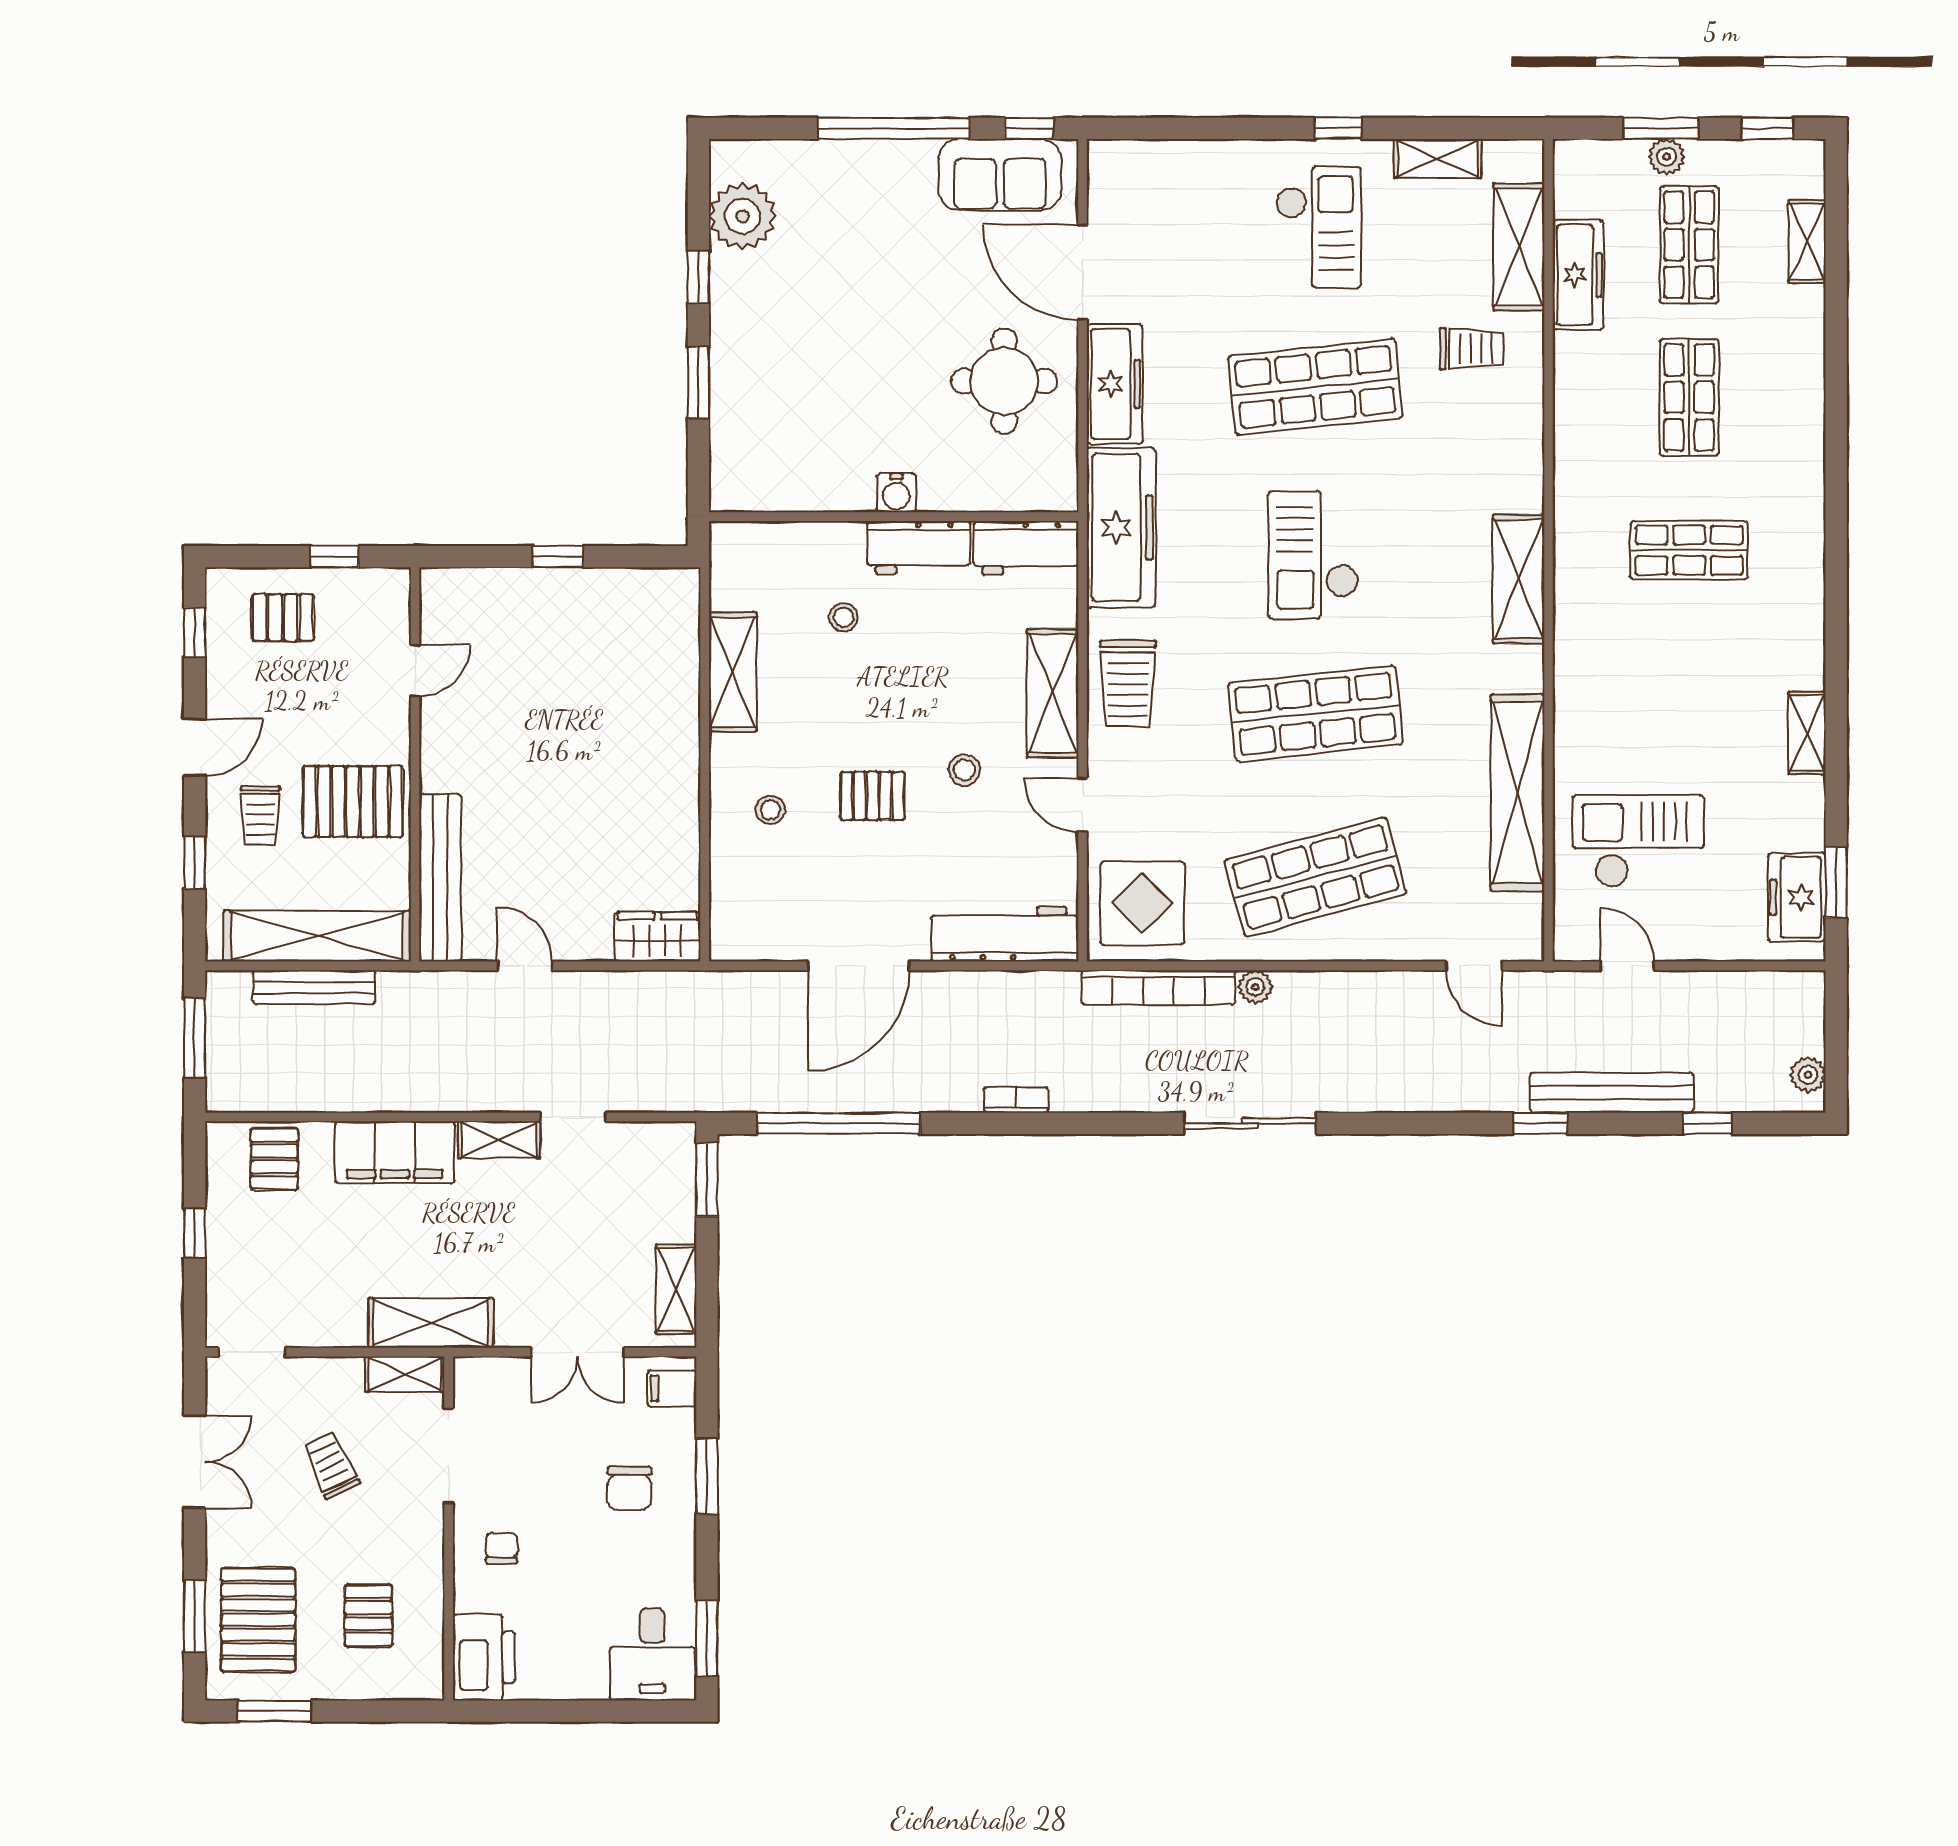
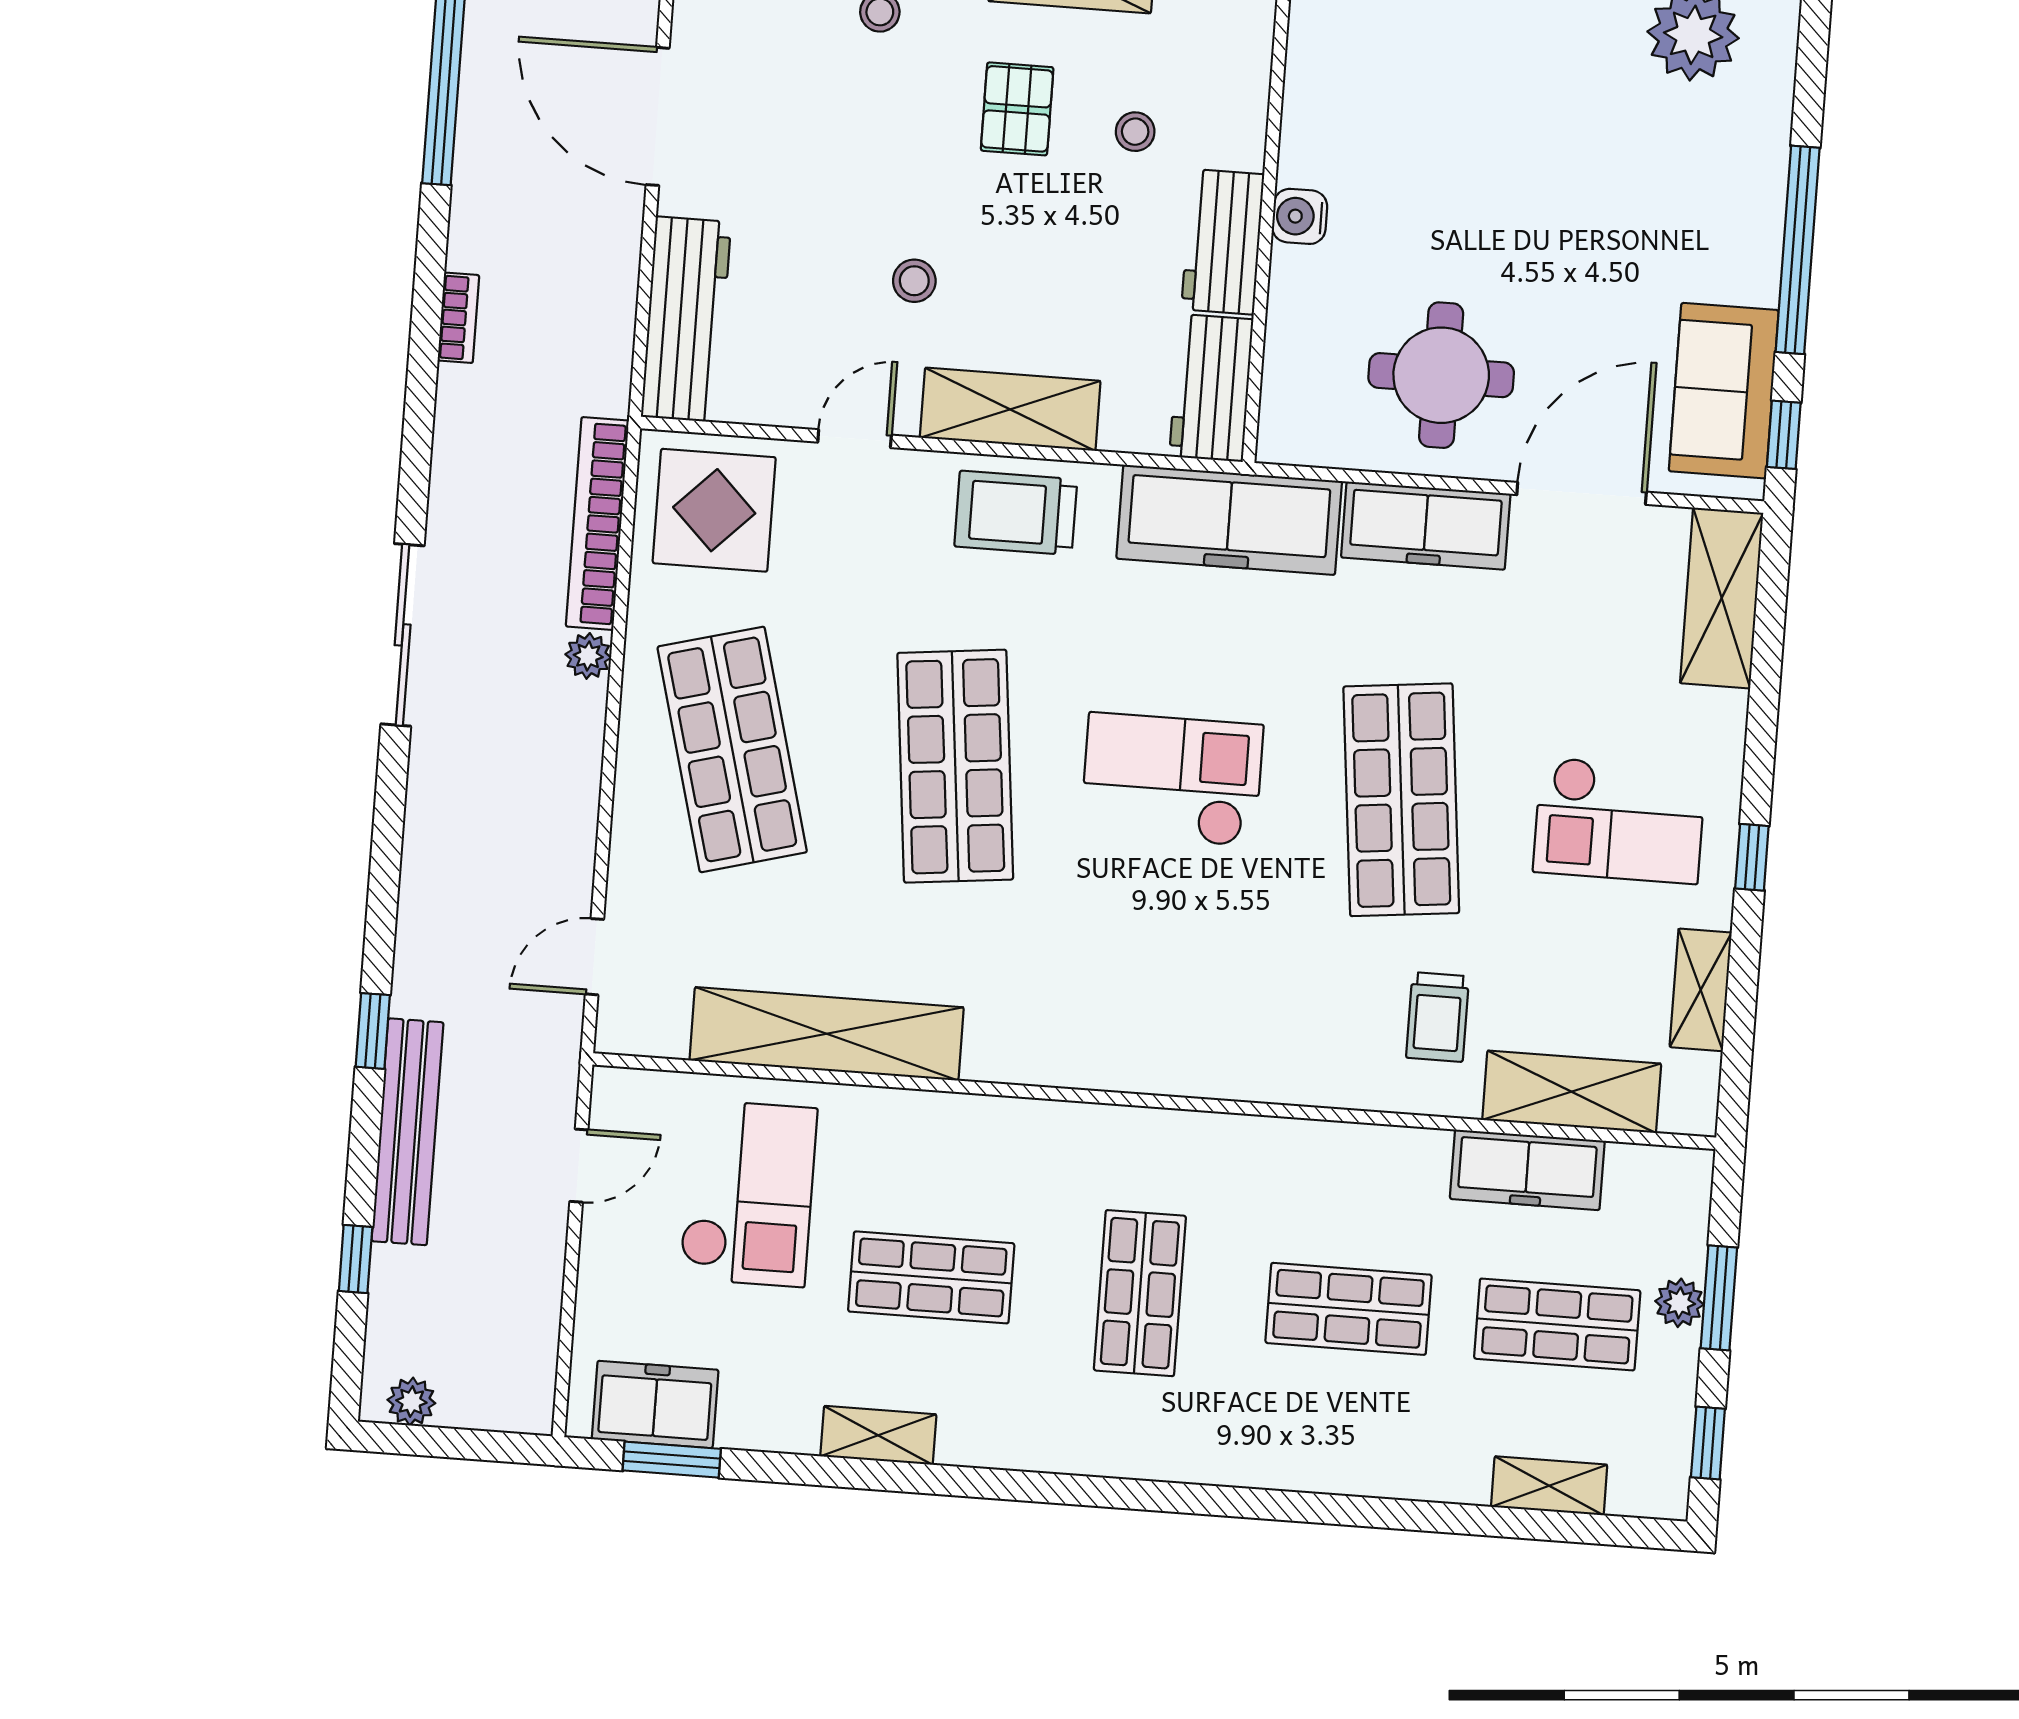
shelving: (1519, 579) -> (1722, 598), moved, turned 90
shop shelf: (1689, 703) -> (931, 1277), added
pallet: (872, 796) -> (1017, 109), moved

